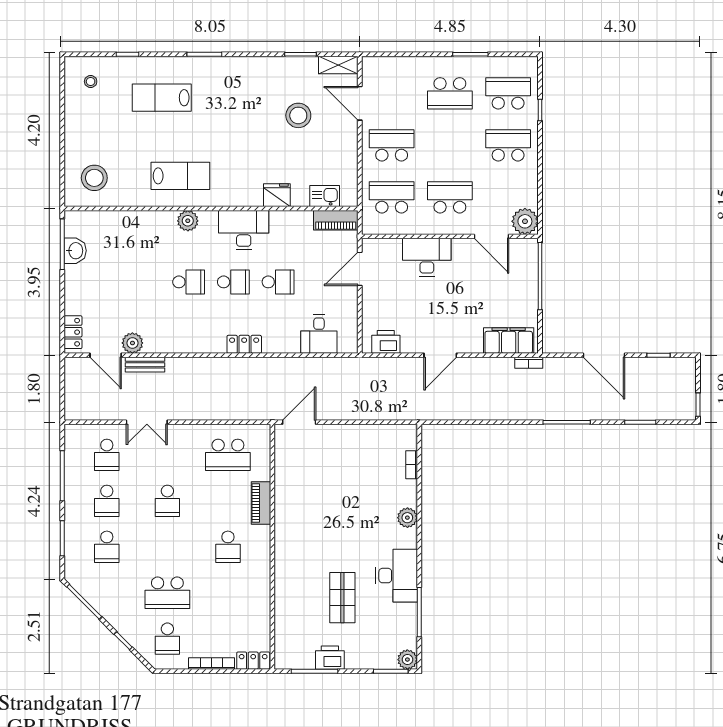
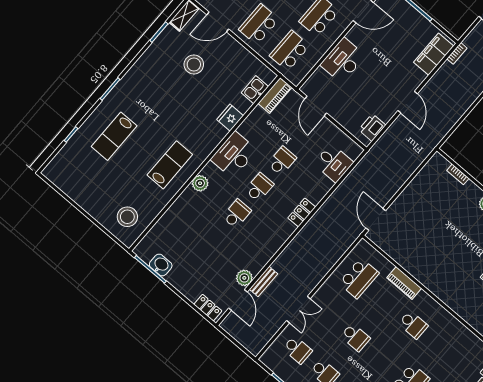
stool: (91, 82) -> (68, 170), removed
door: (106, 355) -> (238, 300), hinge flipped

